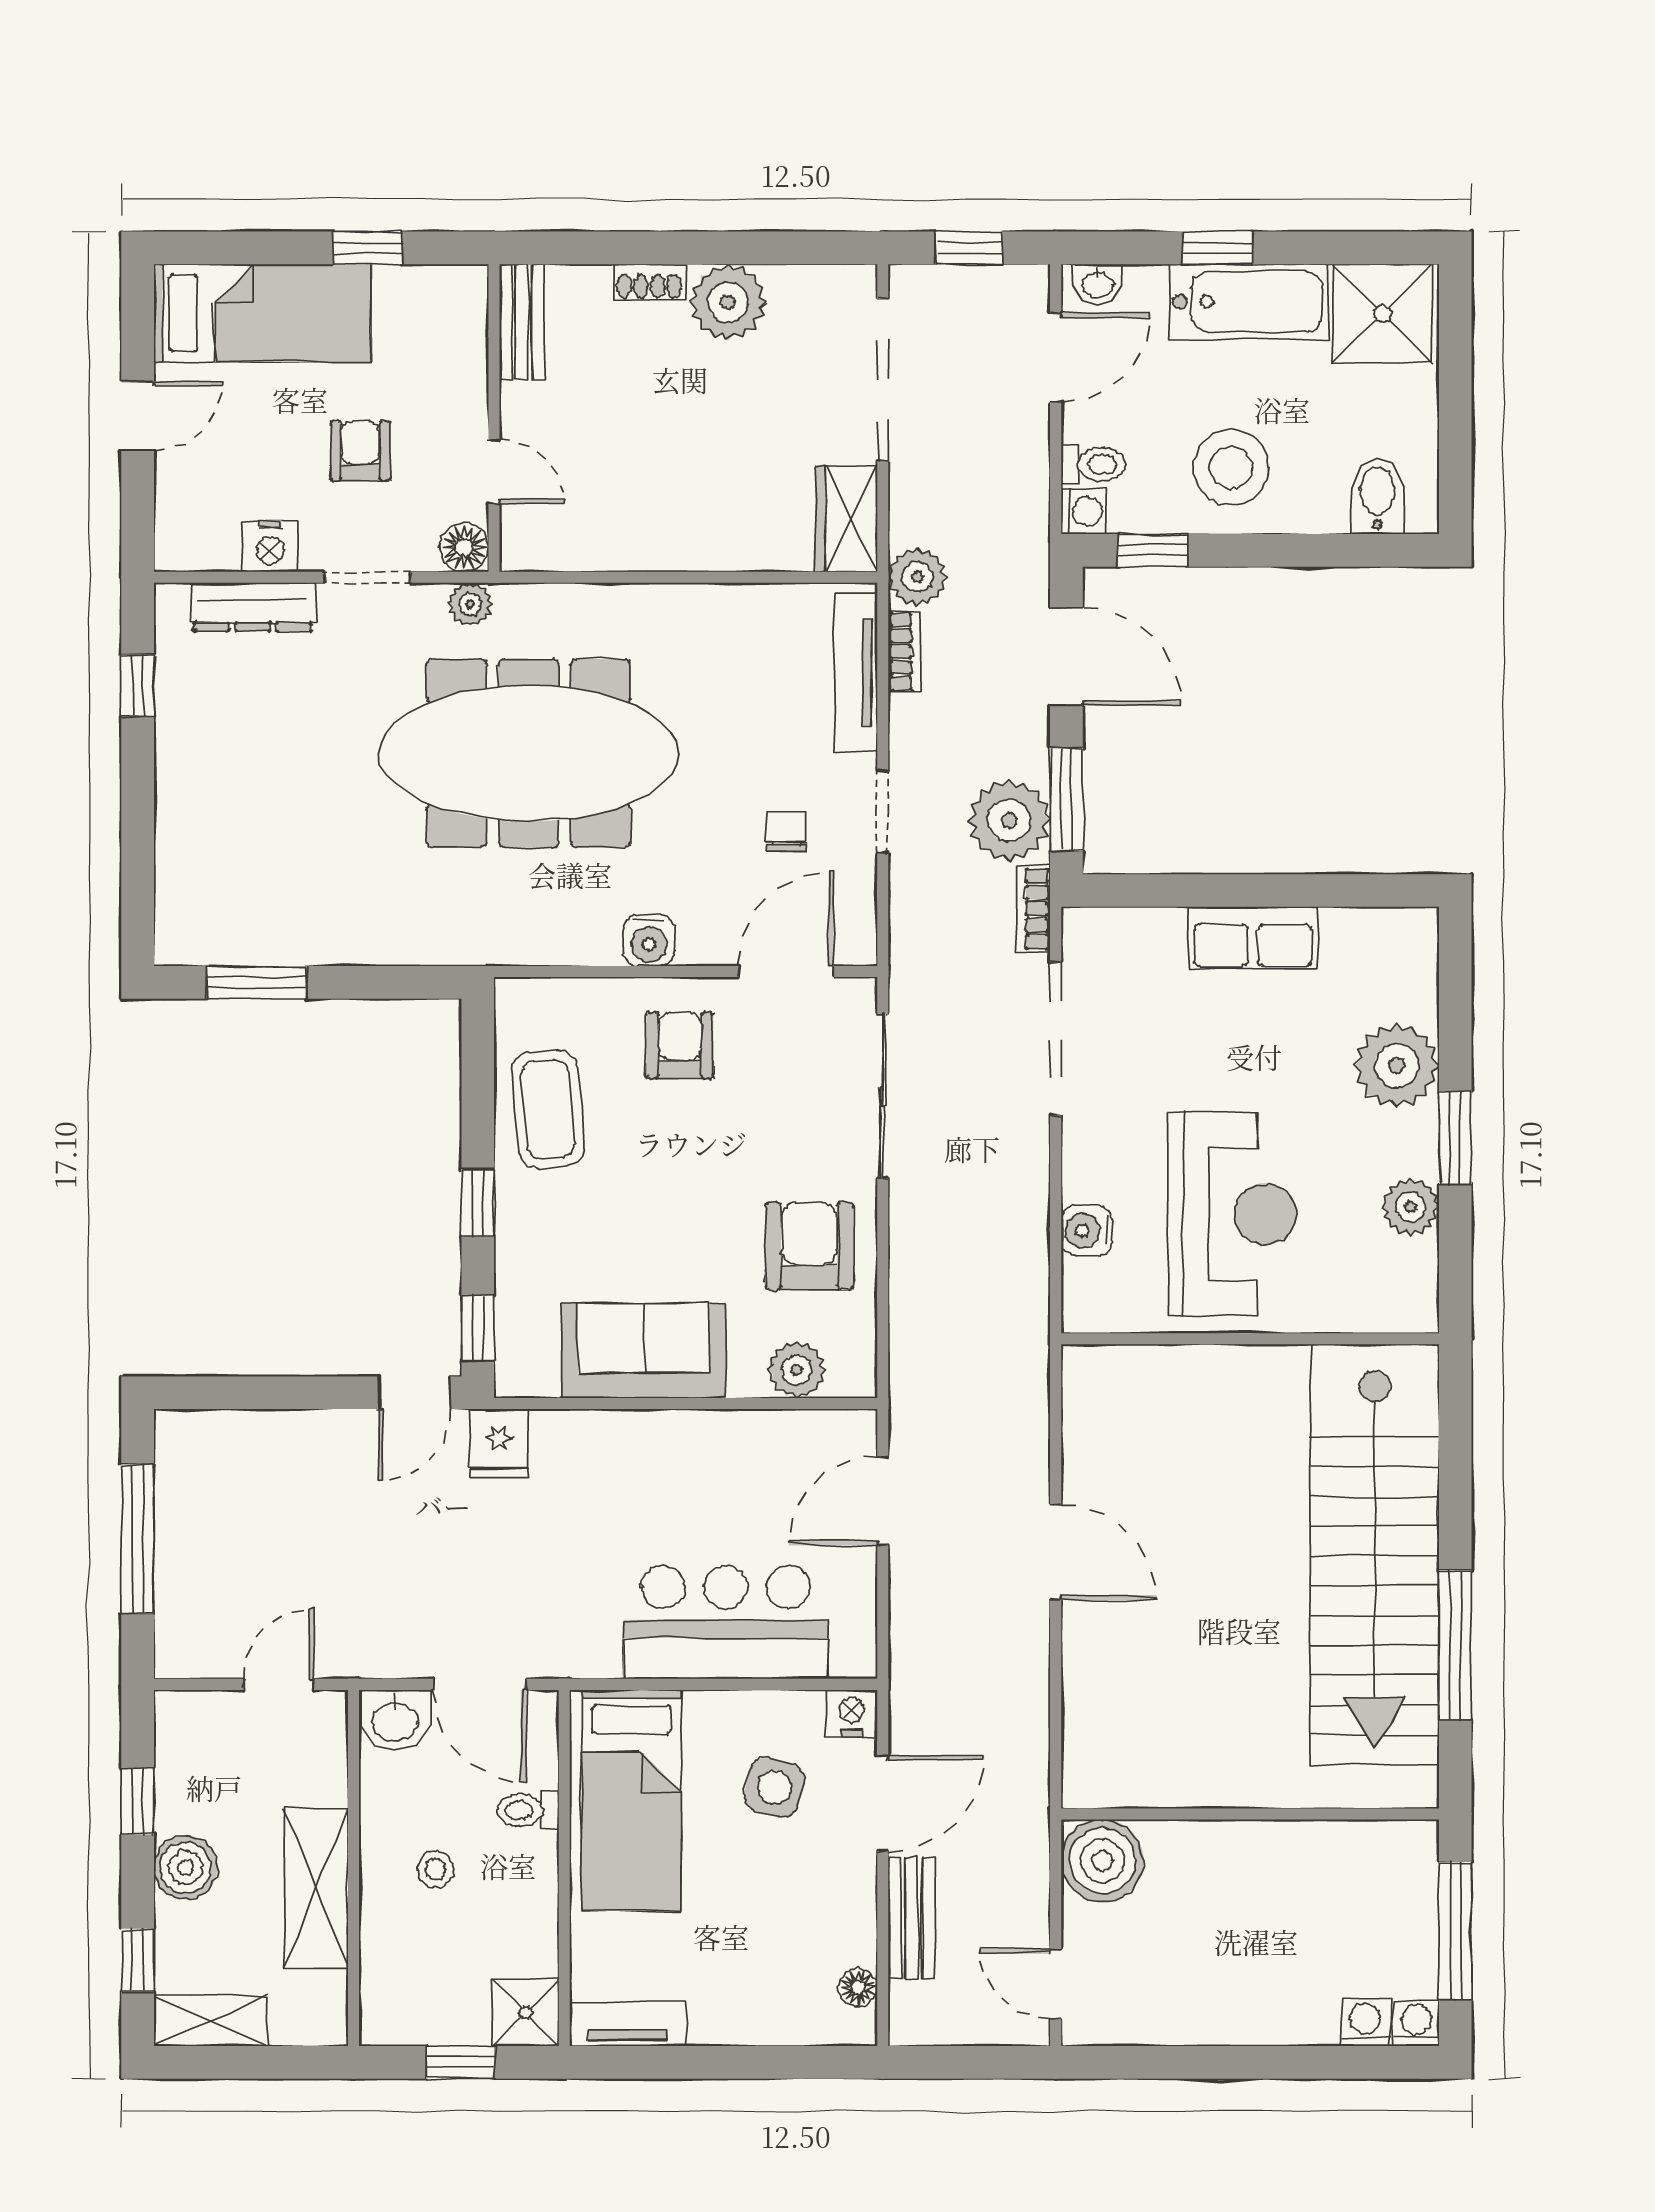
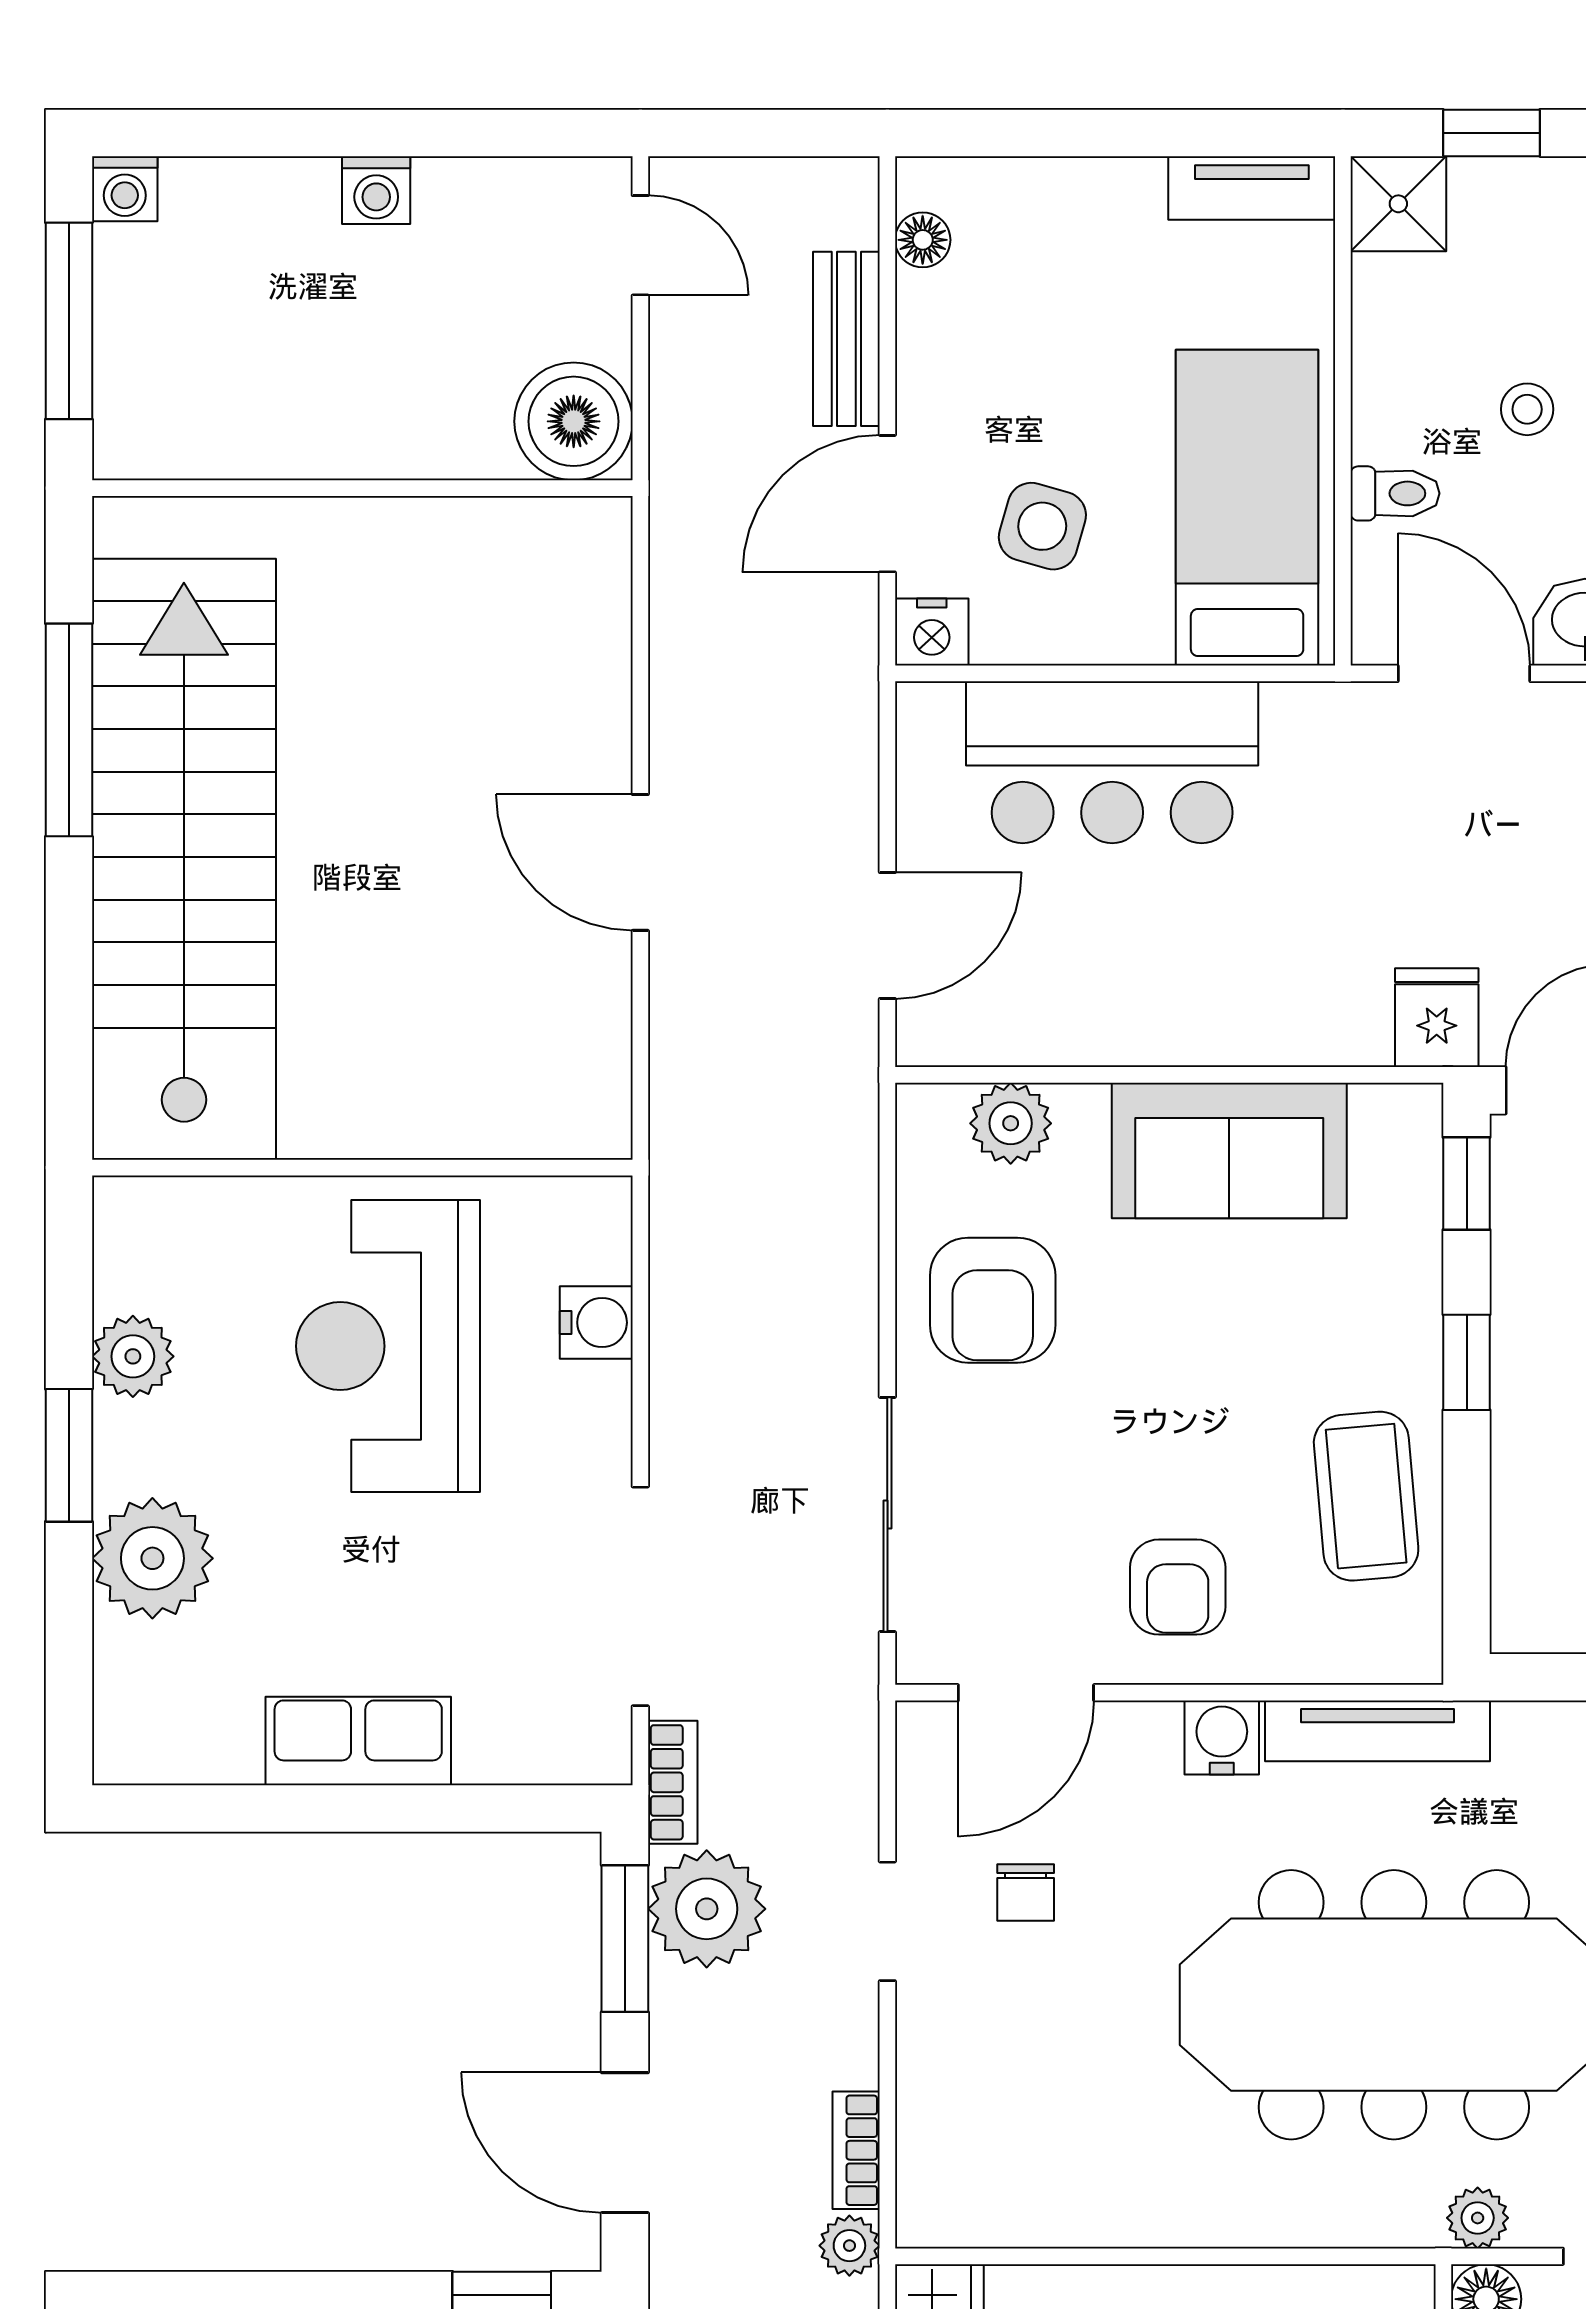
plant: (917, 577) -> (849, 2246), width x0.73, depth x0.73
tv unit: (856, 672) -> (1377, 1731), moved, turned 90
washing machine: (1365, 2022) -> (376, 190), moved

